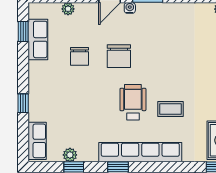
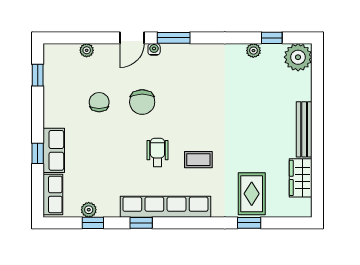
row of seats: (38, 39) -> (54, 150), moved
chair: (79, 56) -> (99, 102), turned 180
wheelchair: (133, 102) -> (157, 152), width x0.73, depth x0.73

